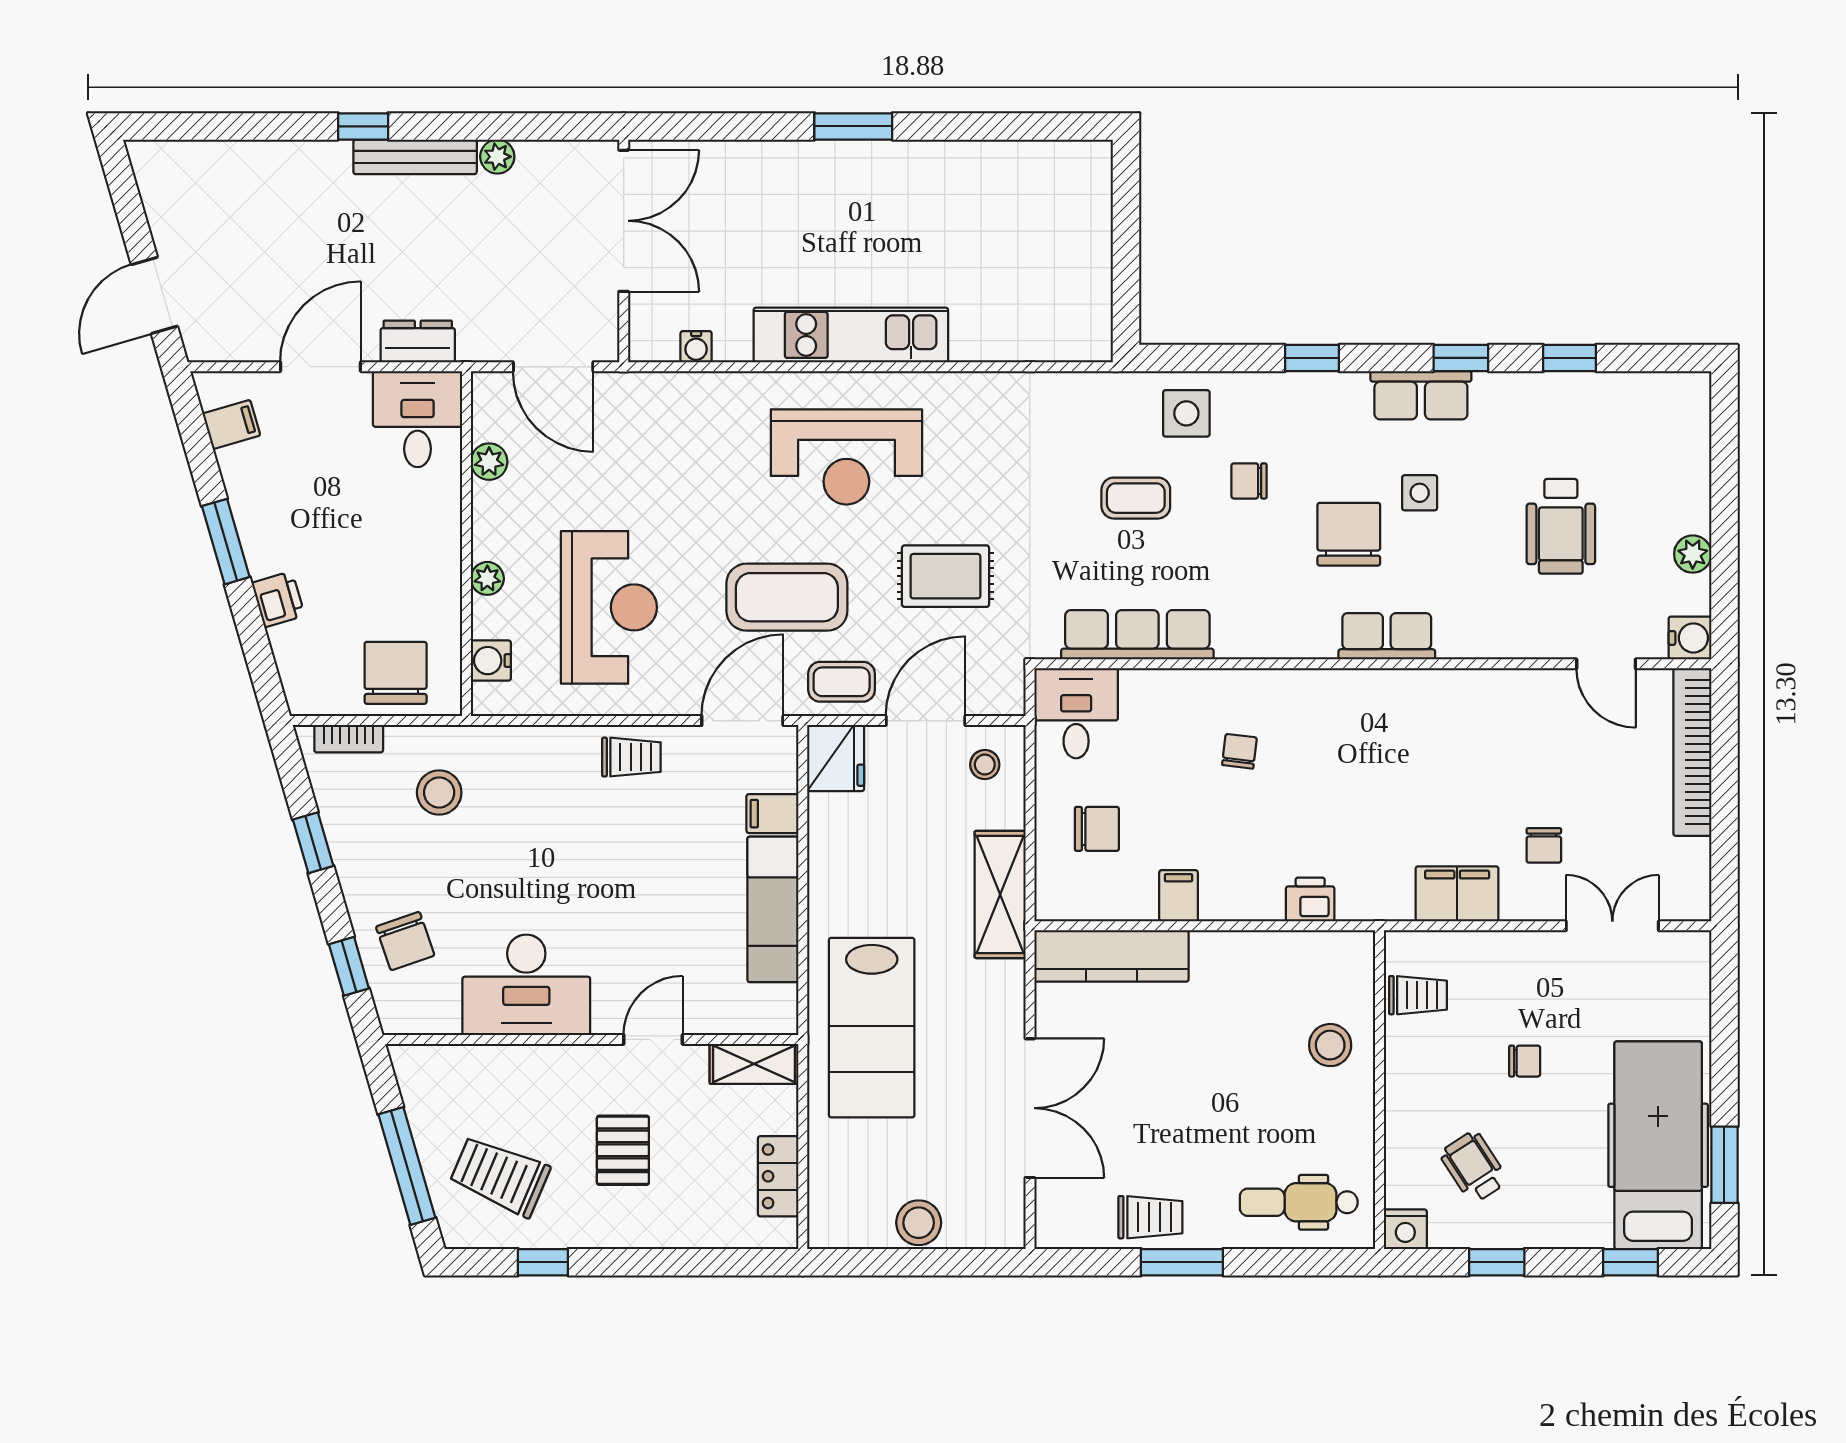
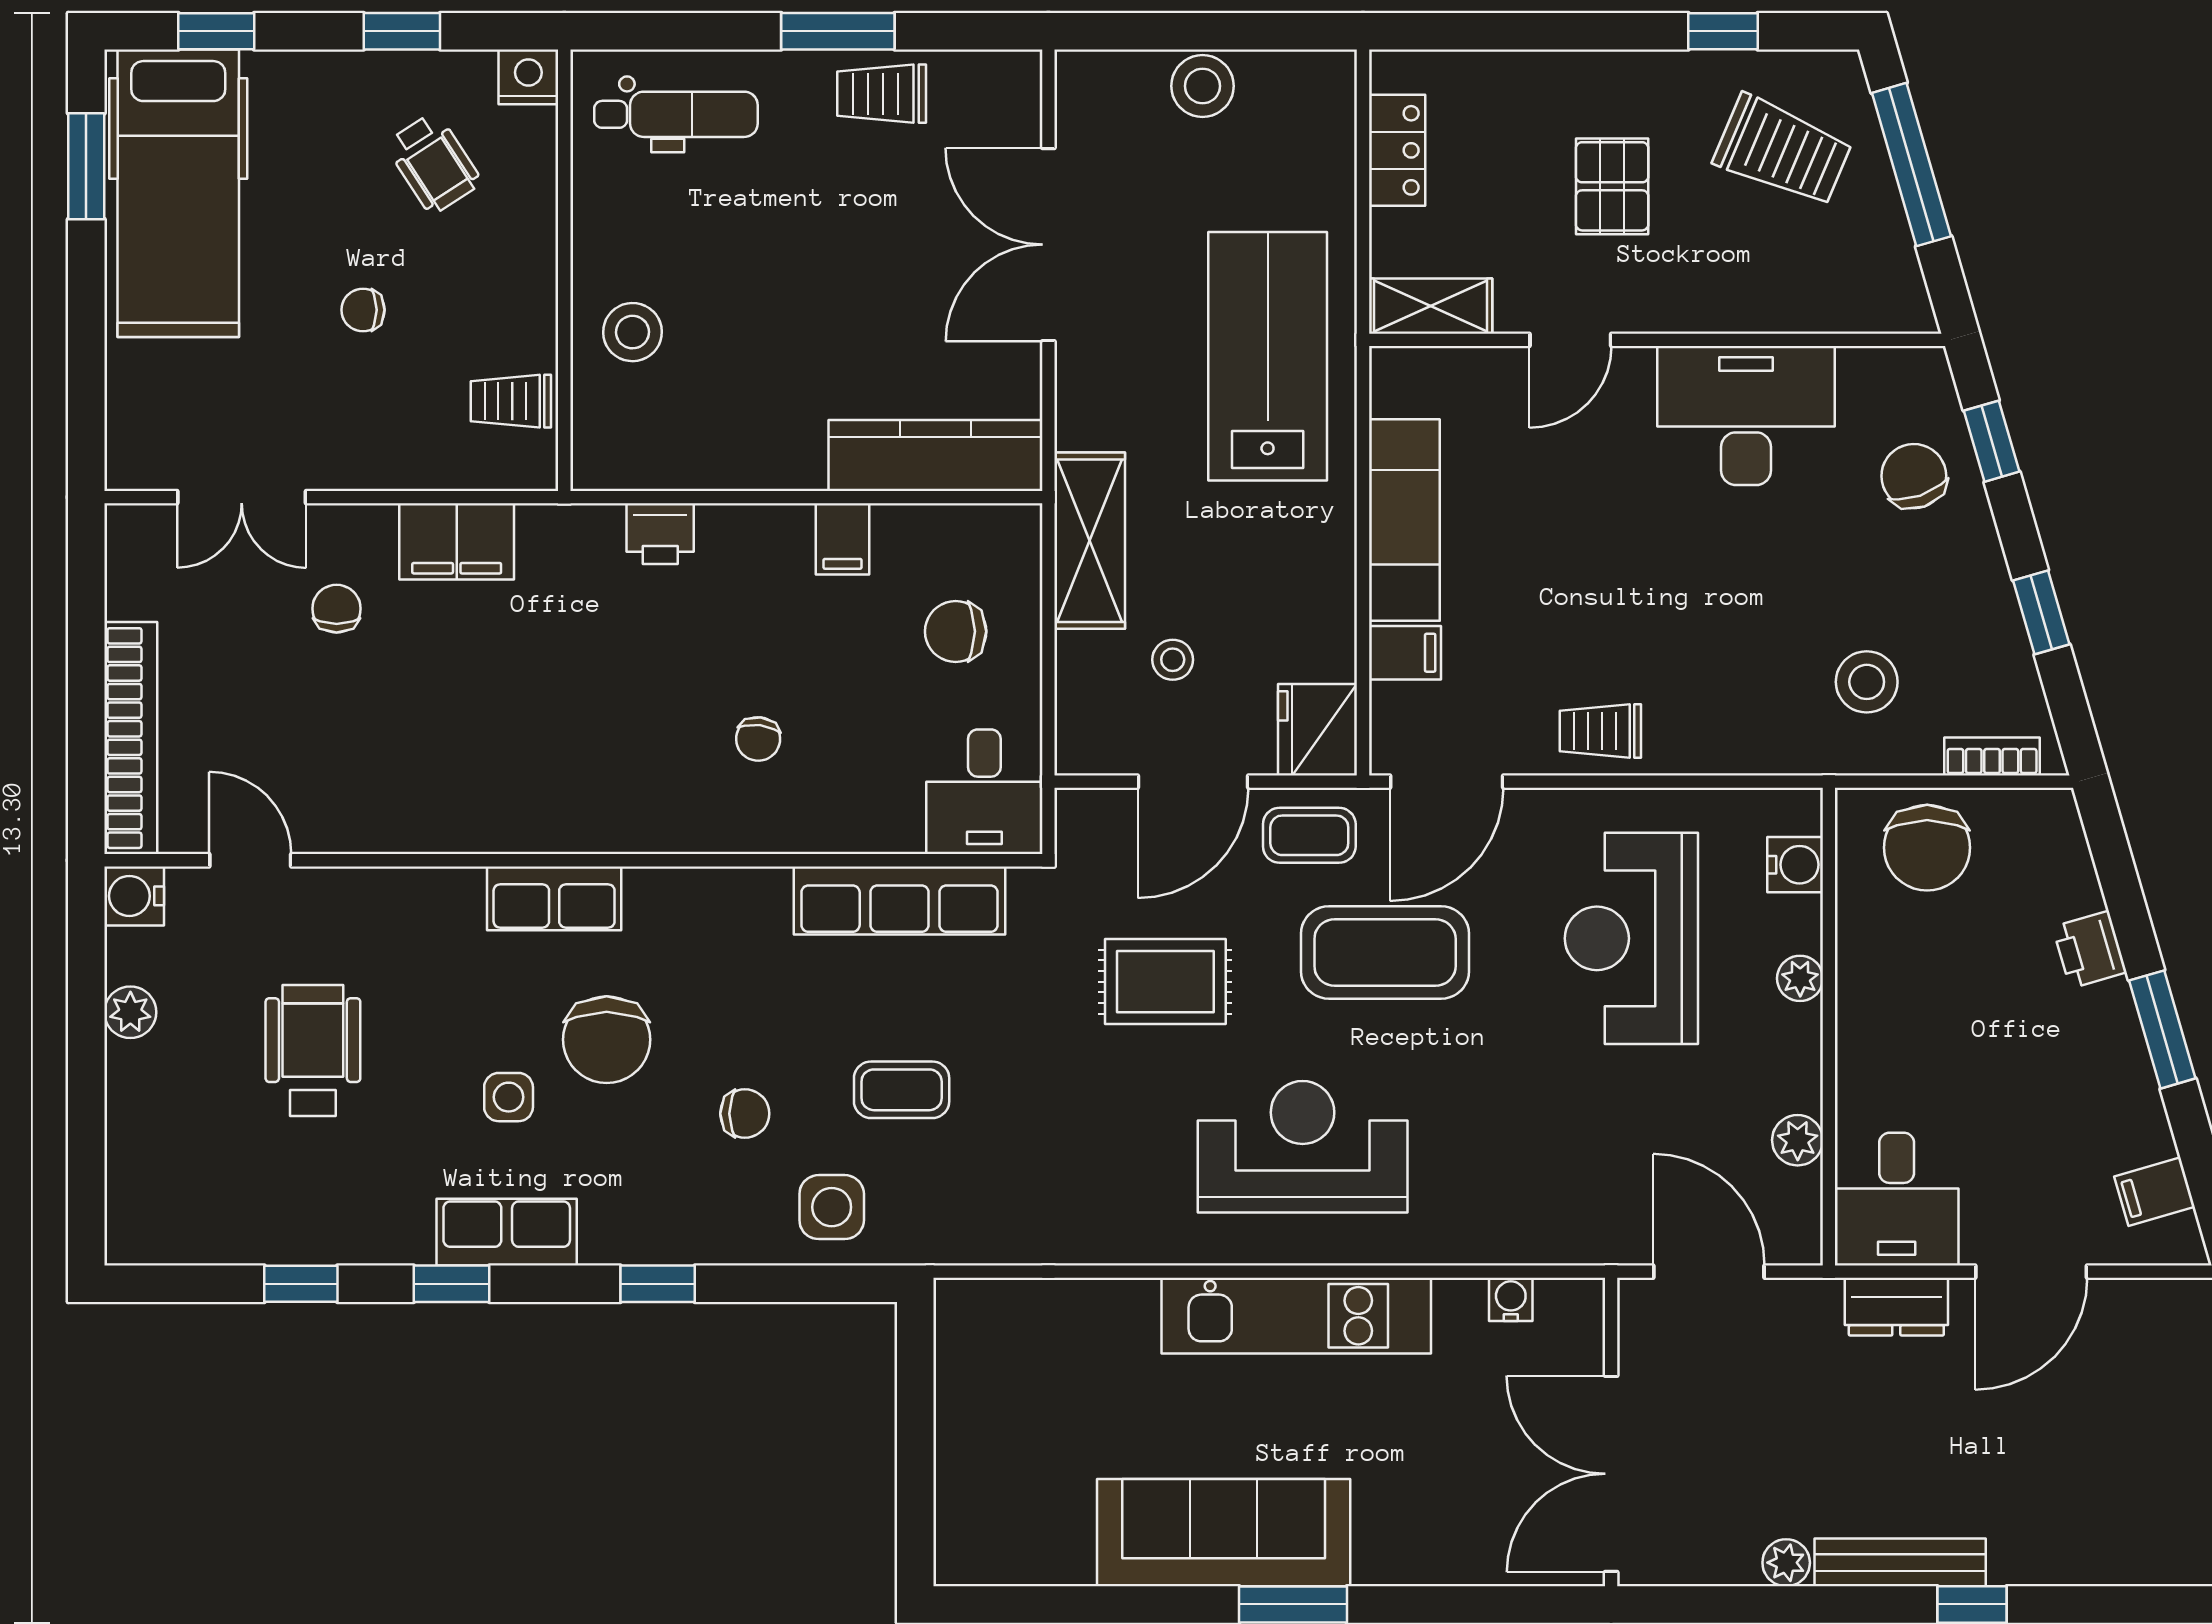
sofa: (903, 178) -> (1224, 1533), added
stool: (985, 765) -> (1173, 660), moved

